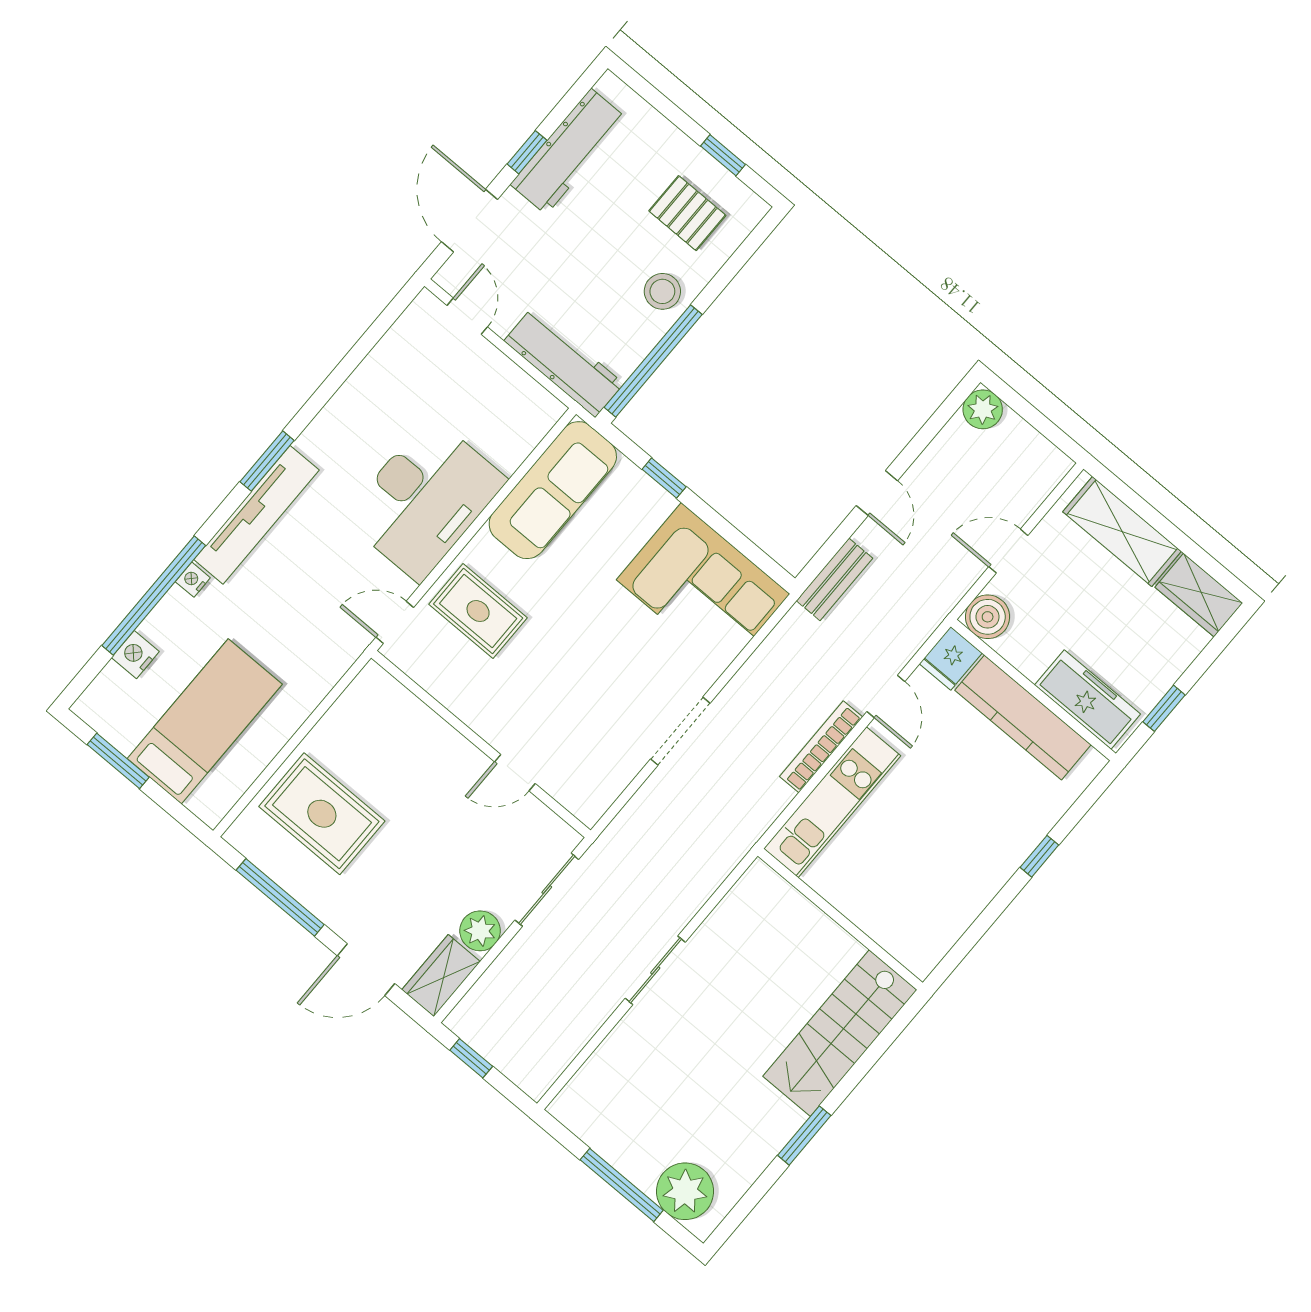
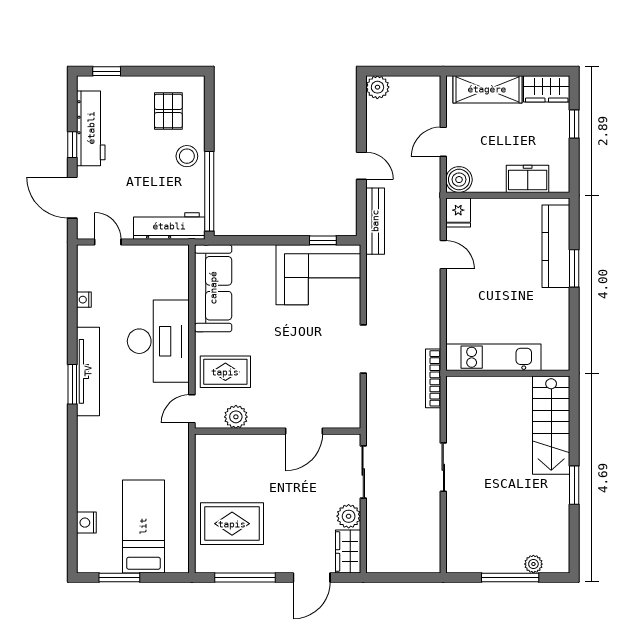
window: (723, 155) -> (107, 71), moved
pallet: (687, 213) -> (168, 111), turned 90
window: (664, 478) -> (323, 240), moved
tv unit: (256, 515) -> (88, 371), moved
bench: (834, 579) -> (375, 221), width x1.36
nightstand: (193, 580) -> (84, 300), moved
window: (154, 595) -> (72, 489), removed
plant: (443, 680) -> (236, 417), added
freezer: (1088, 699) -> (528, 179), width x0.71
window: (1164, 708) -> (574, 124), moved
kitchen counter: (1023, 717) -> (556, 246), moved, turned 90
bookcase: (821, 747) -> (433, 378), moved
door: (515, 773) -> (304, 431), width x1.38
kitchen unit: (832, 802) -> (493, 357), moved, turned -90
window: (1039, 856) -> (574, 268), width x1.50
window: (471, 1058) -> (393, 577), removed
plant: (685, 1191) -> (533, 564), width x0.53, depth x0.53

